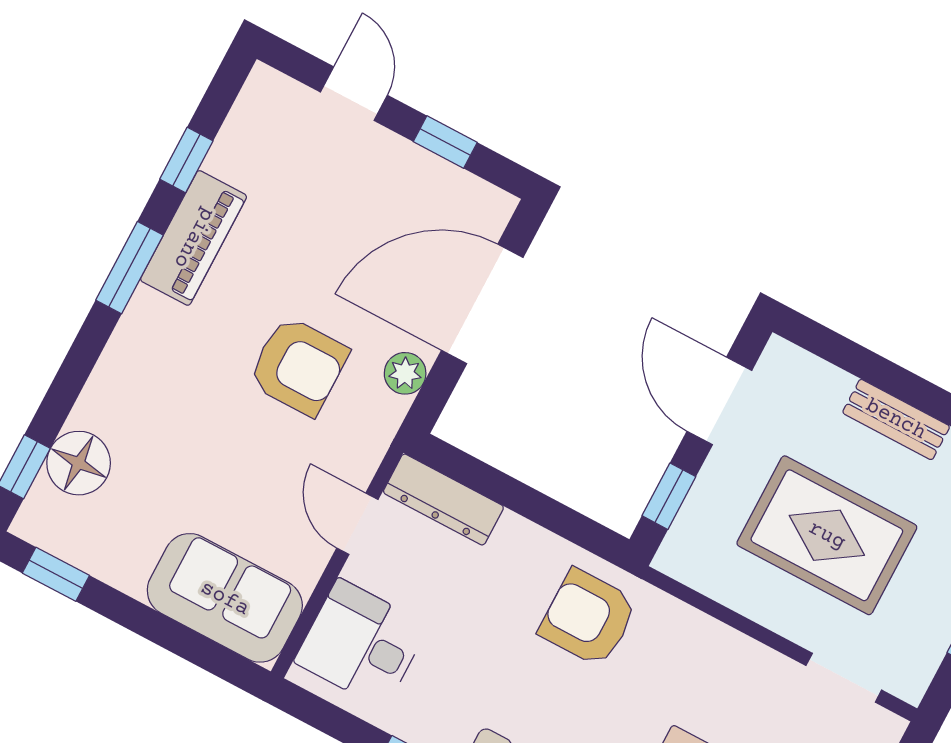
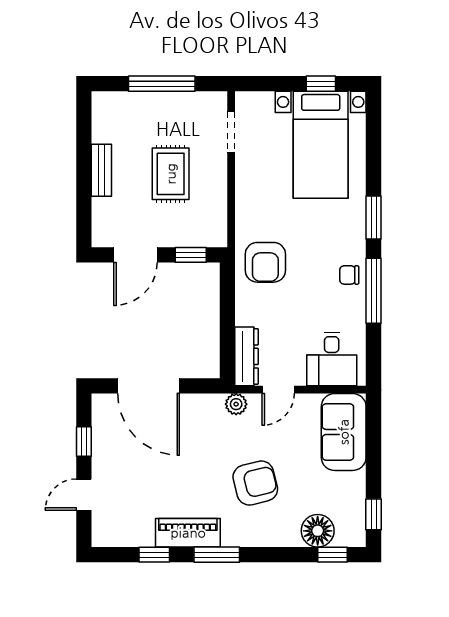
armchair: (298, 366) -> (255, 483), moved, turned 76
plant: (405, 373) -> (236, 404), moved
rug: (827, 535) -> (171, 174), width x0.73, depth x0.70

